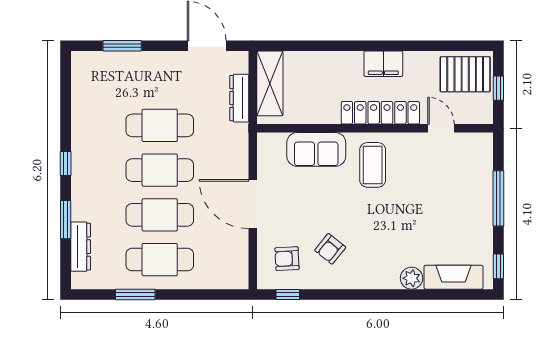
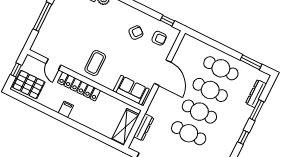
filing cabinet: (383, 64) -> (66, 109), width x0.50
sofa: (316, 149) -> (131, 90), moved
window: (135, 294) -> (251, 62), moved

